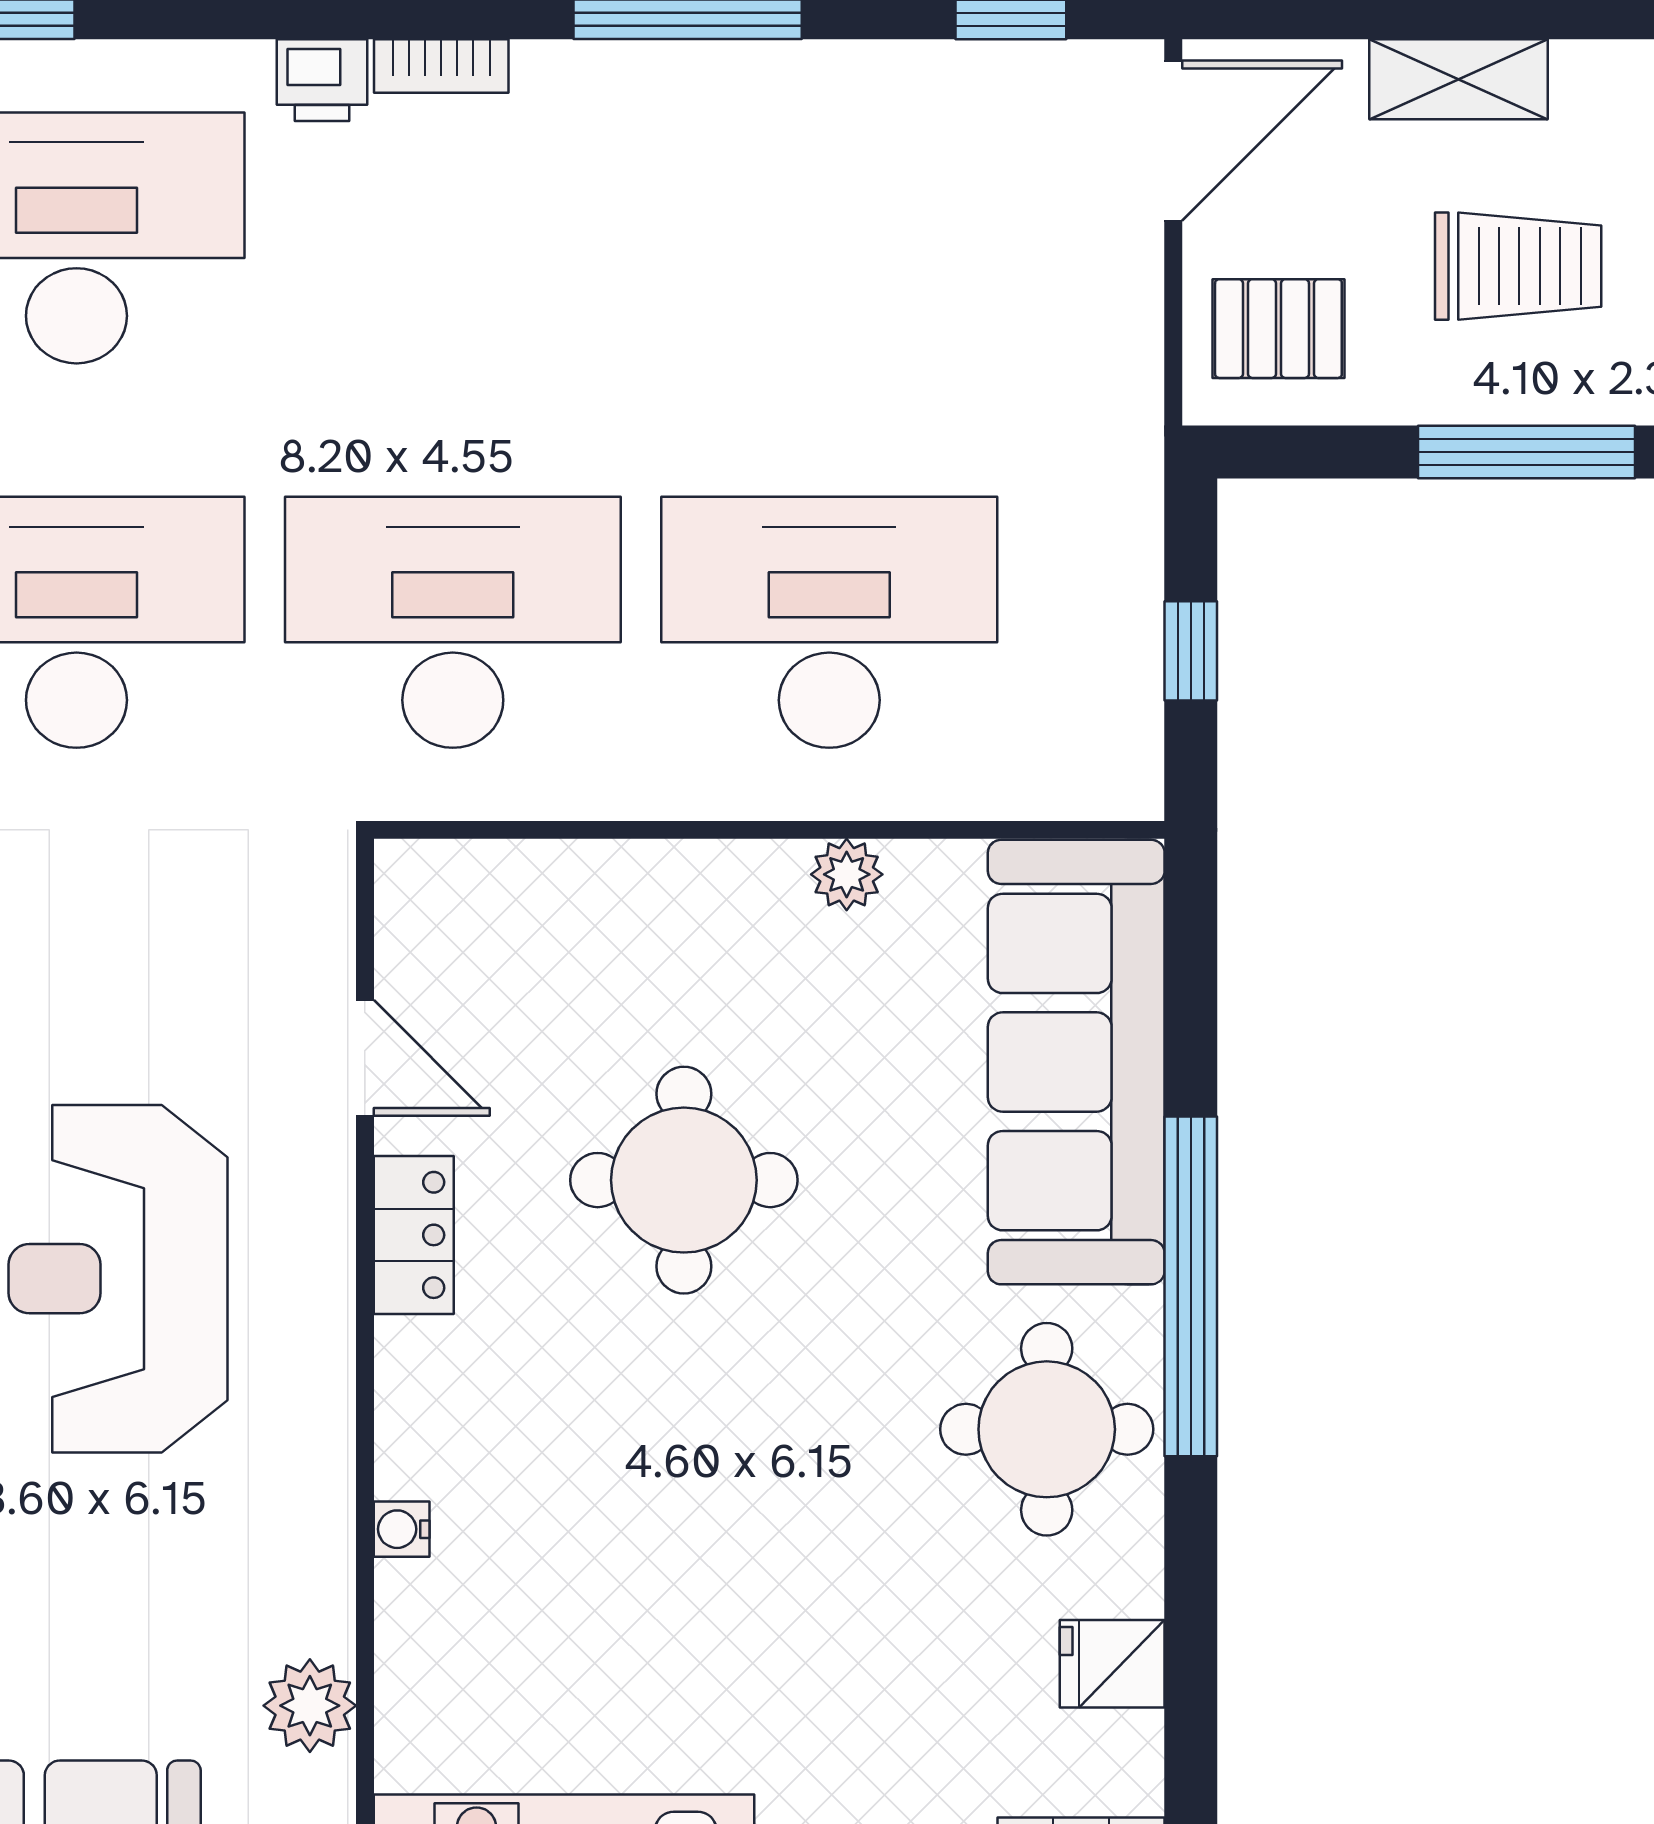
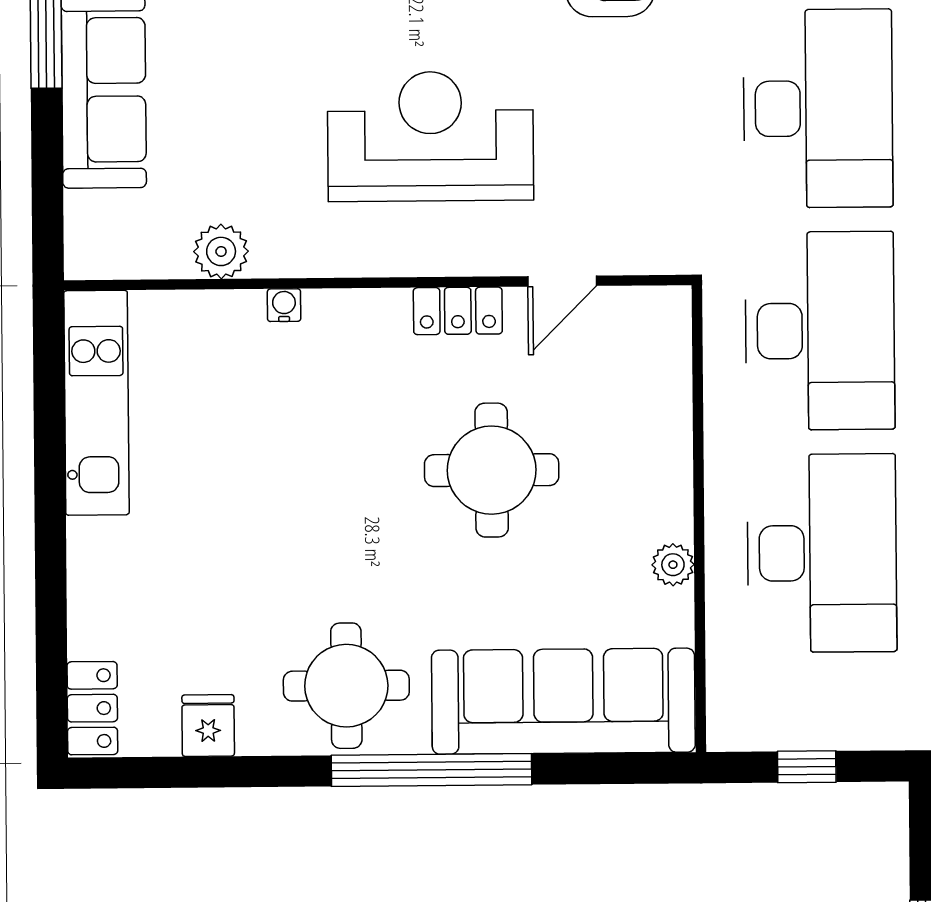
plant: (310, 1706) -> (221, 251), moved

